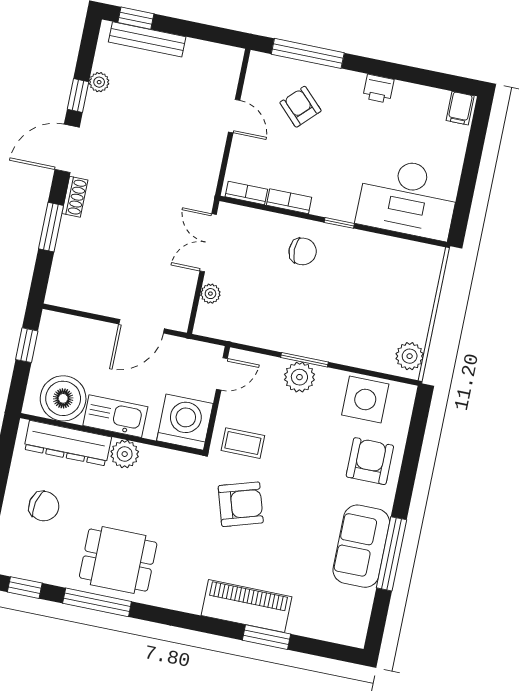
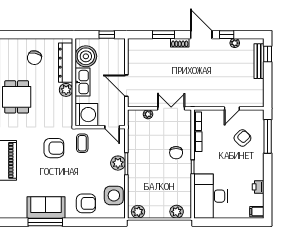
printer: (378, 89) -> (258, 187), moved
plant: (426, 276) -> (177, 212), added
armchair: (241, 504) -> (54, 148), turned -73

